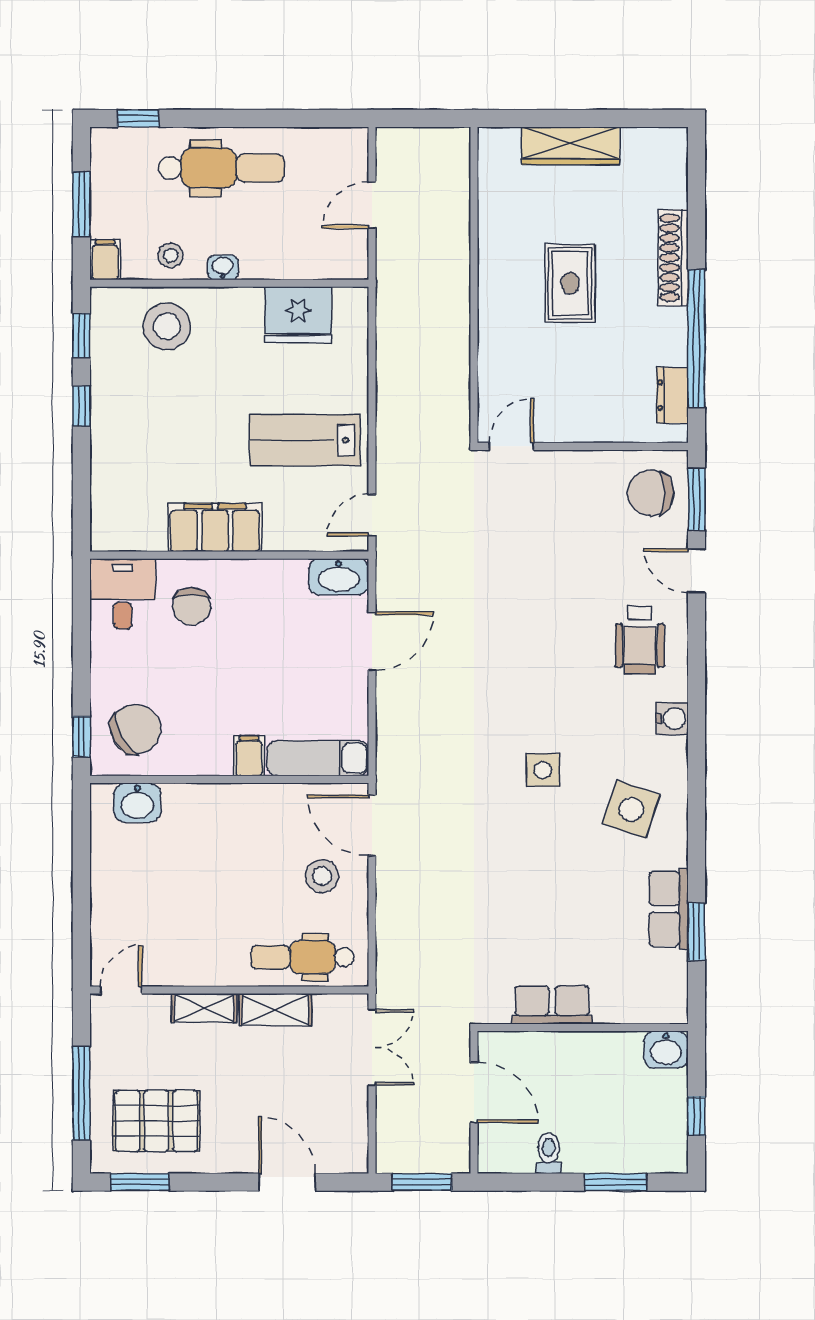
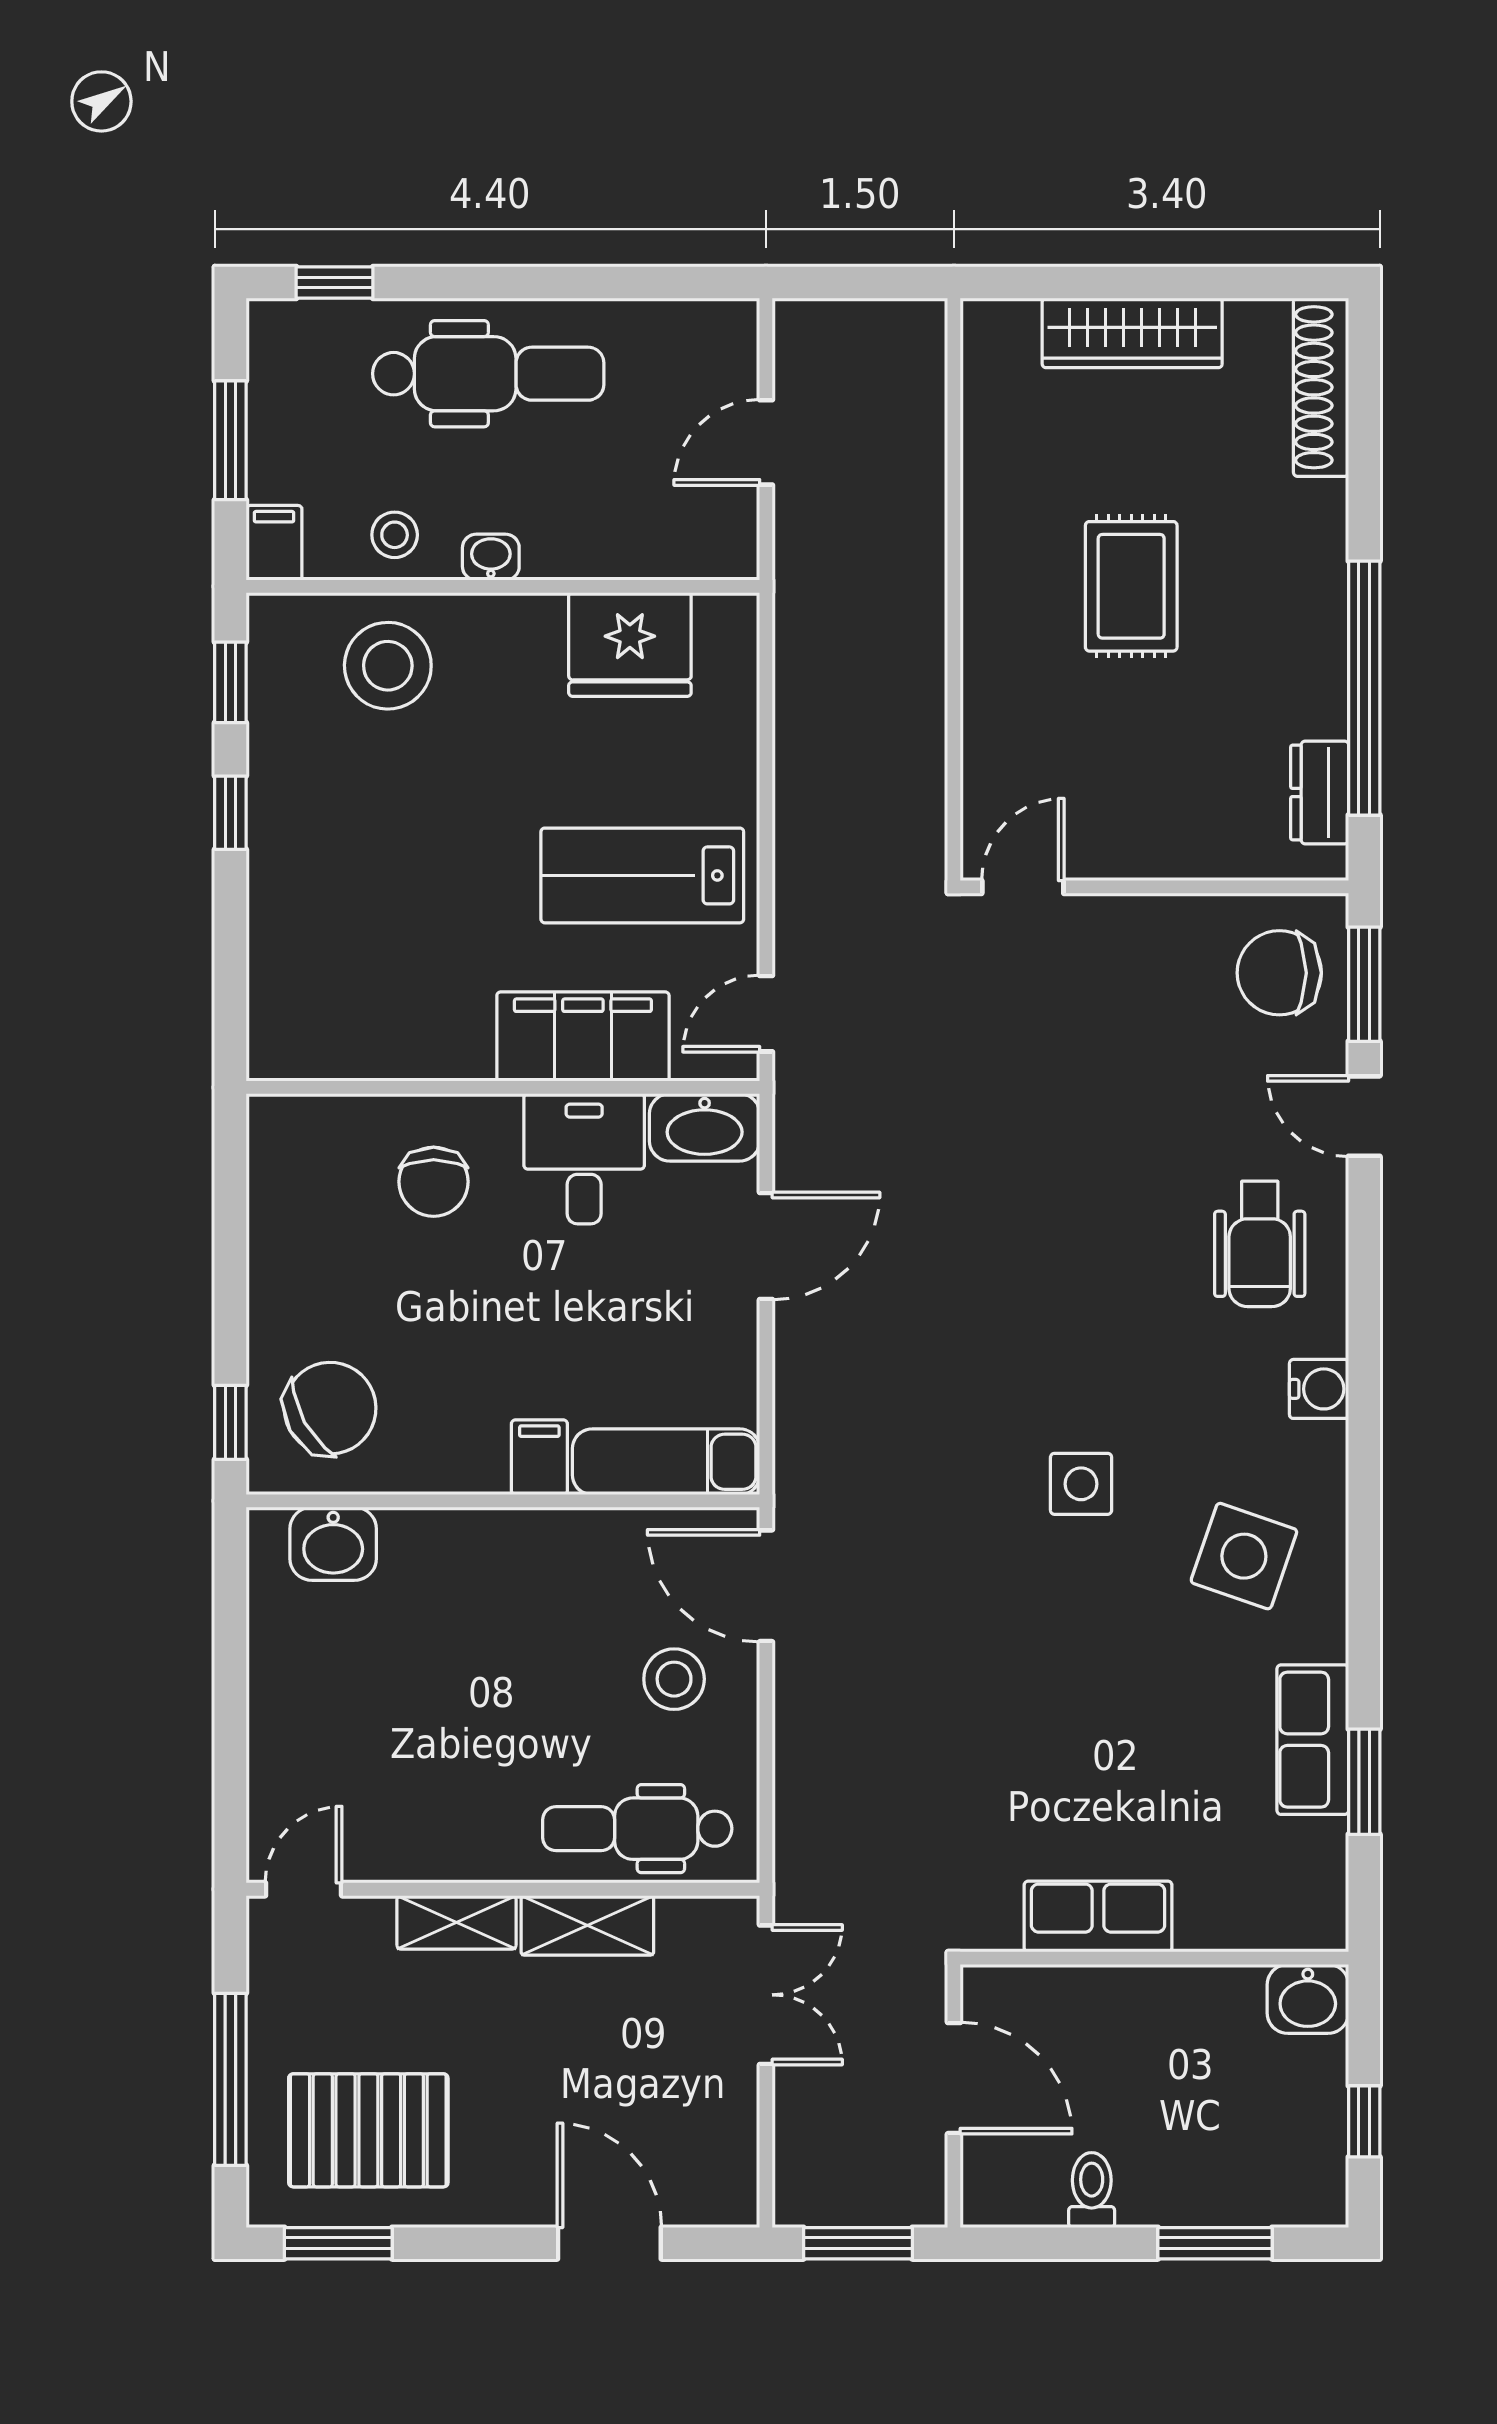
shoe rack: (673, 258) -> (1321, 387), moved
filing cabinet: (215, 528) -> (583, 1036), moved
desk: (123, 594) -> (584, 1159), moved

